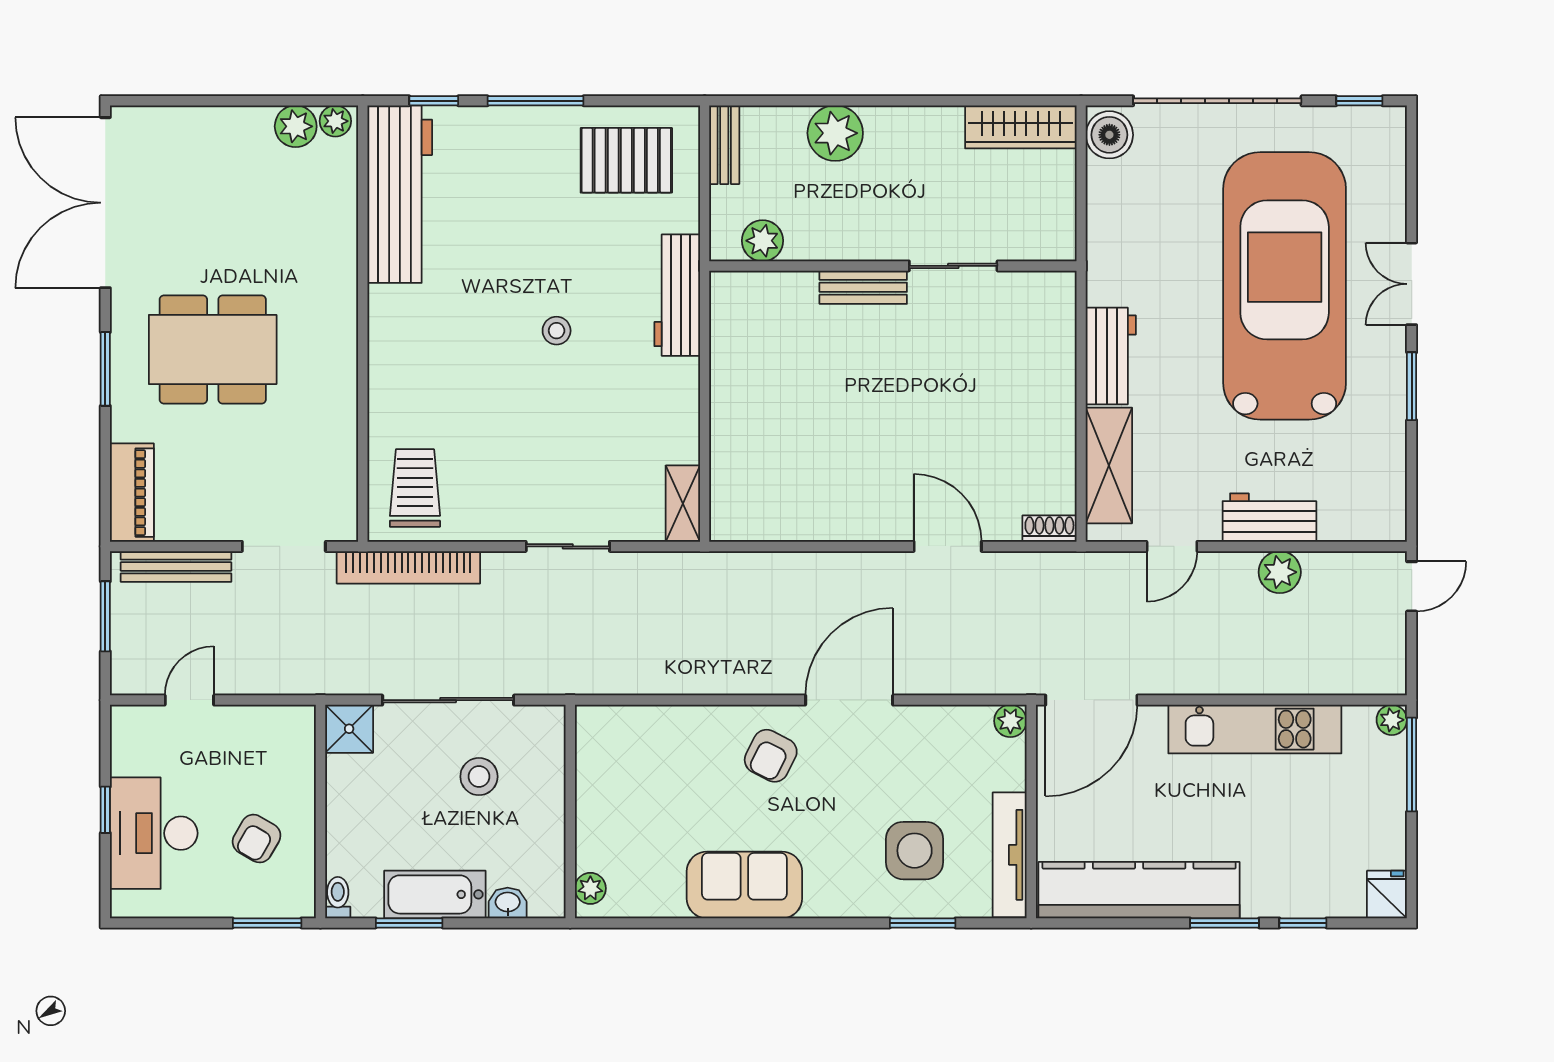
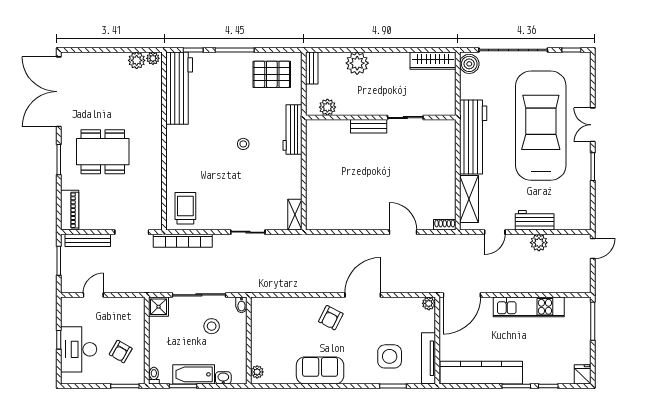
workbench: (1111, 356) -> (473, 137), width x1.88, depth x1.32
plant: (1392, 720) -> (585, 303), removed
bidet: (552, 724) -> (241, 305), added

